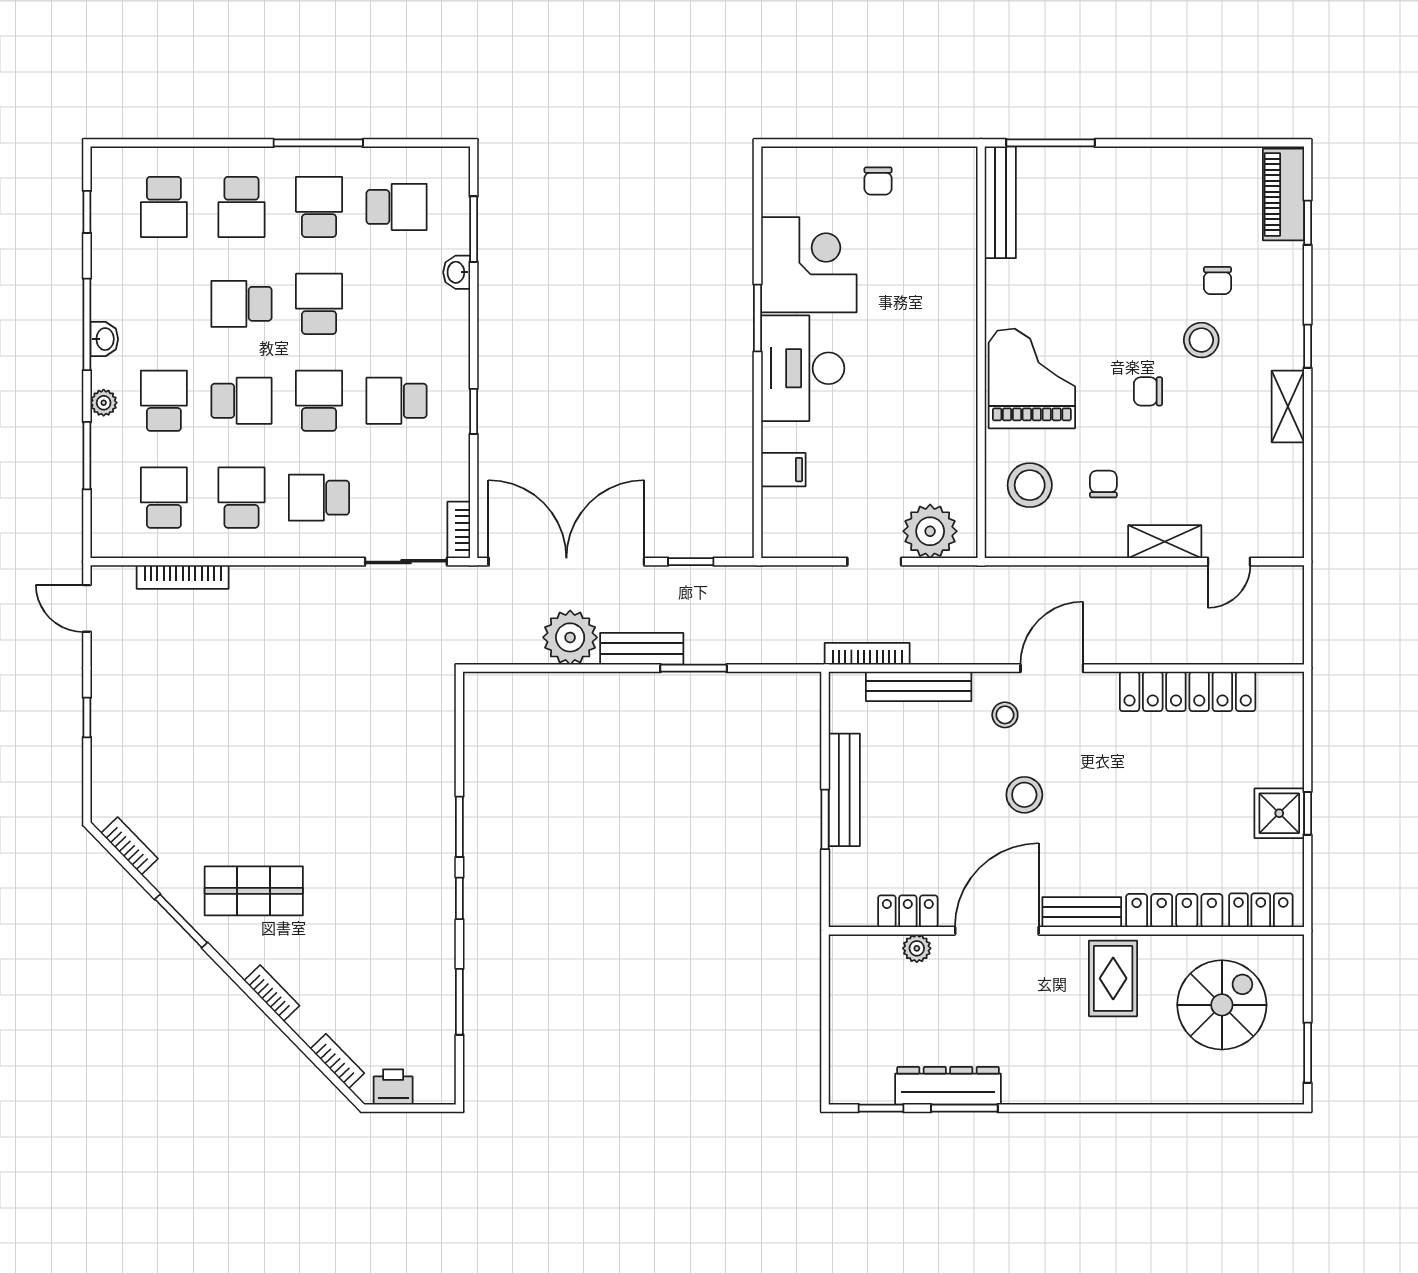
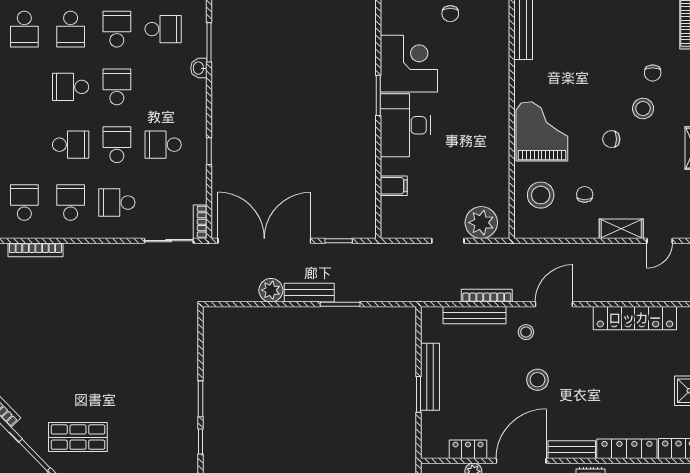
school desk: (164, 401) -> (24, 145), removed
plant: (570, 637) -> (271, 290), width x0.73, depth x0.73
bookcase: (867, 654) -> (487, 296), moved

